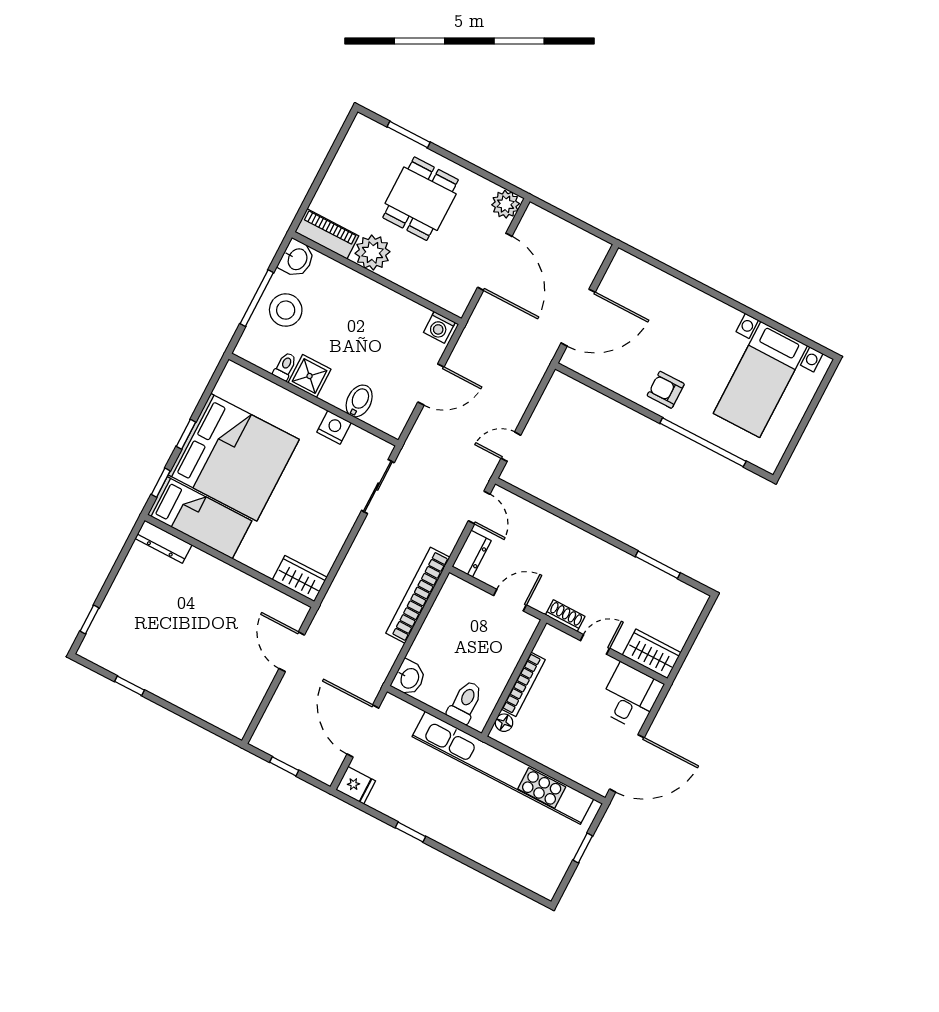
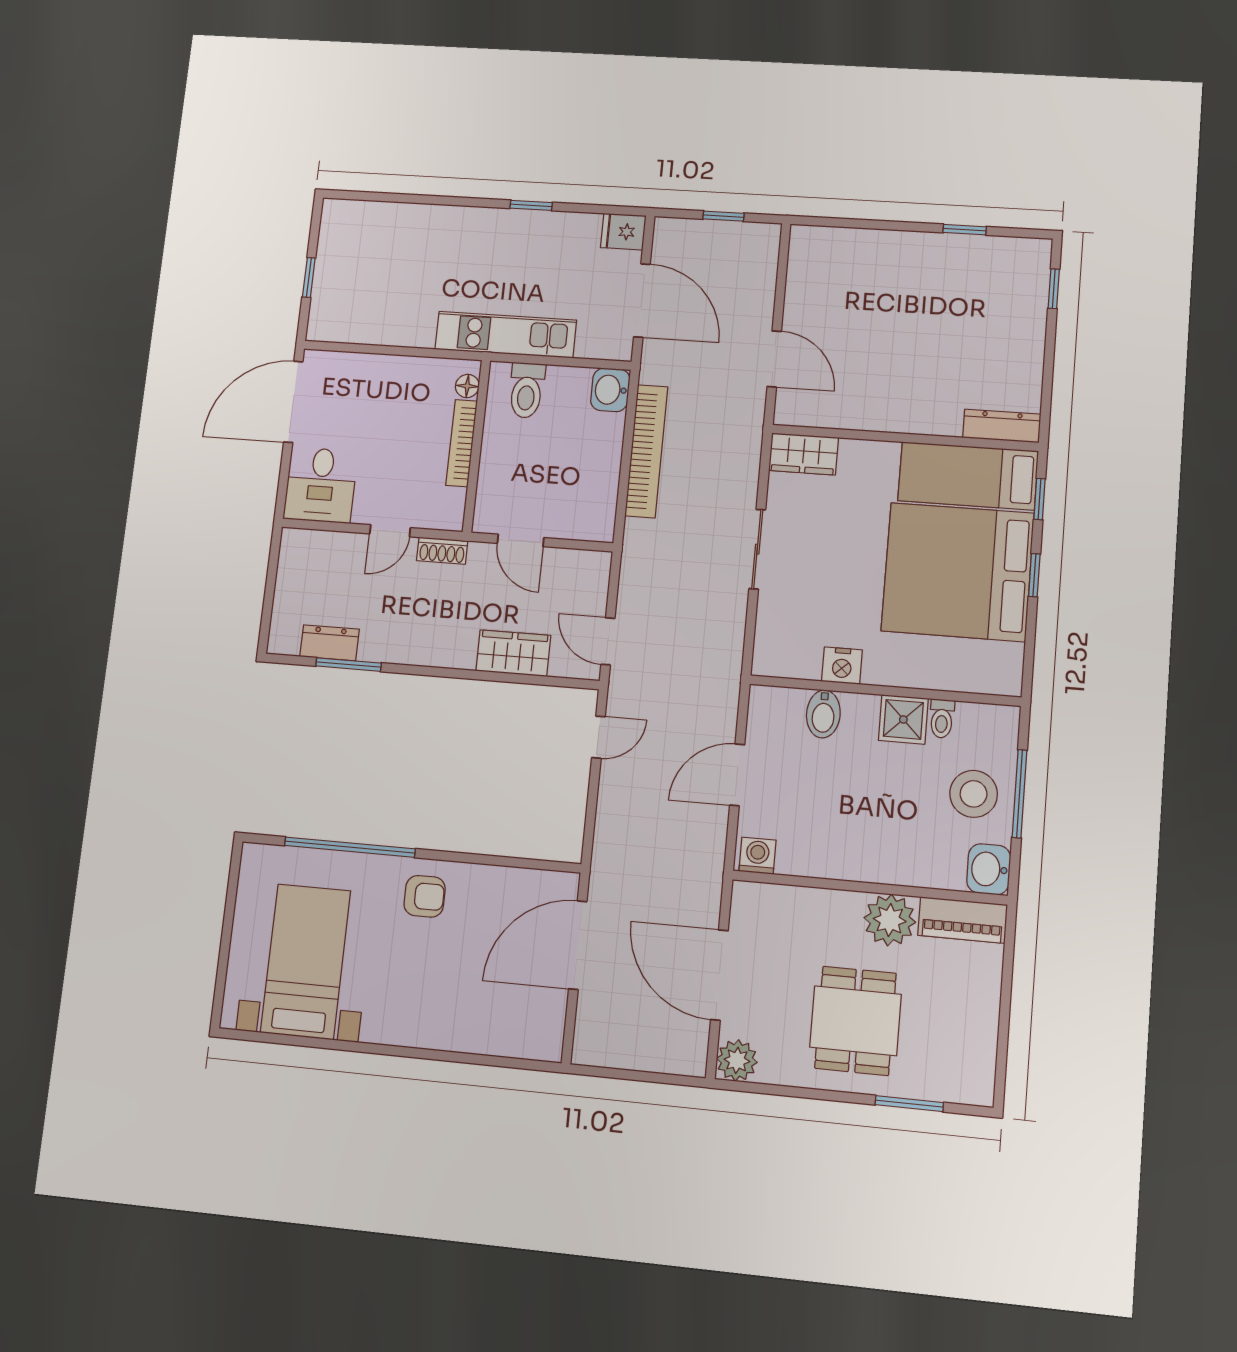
sliding door: (378, 487) -> (757, 549), moved
dresser: (472, 554) -> (329, 643), moved, turned 90
bookcase: (418, 595) -> (646, 451), moved
door: (510, 600) -> (521, 540), hinge flipped
wardrobe: (652, 654) -> (513, 653), moved, turned 180
kitchen unit: (503, 768) -> (506, 335), width x0.54

